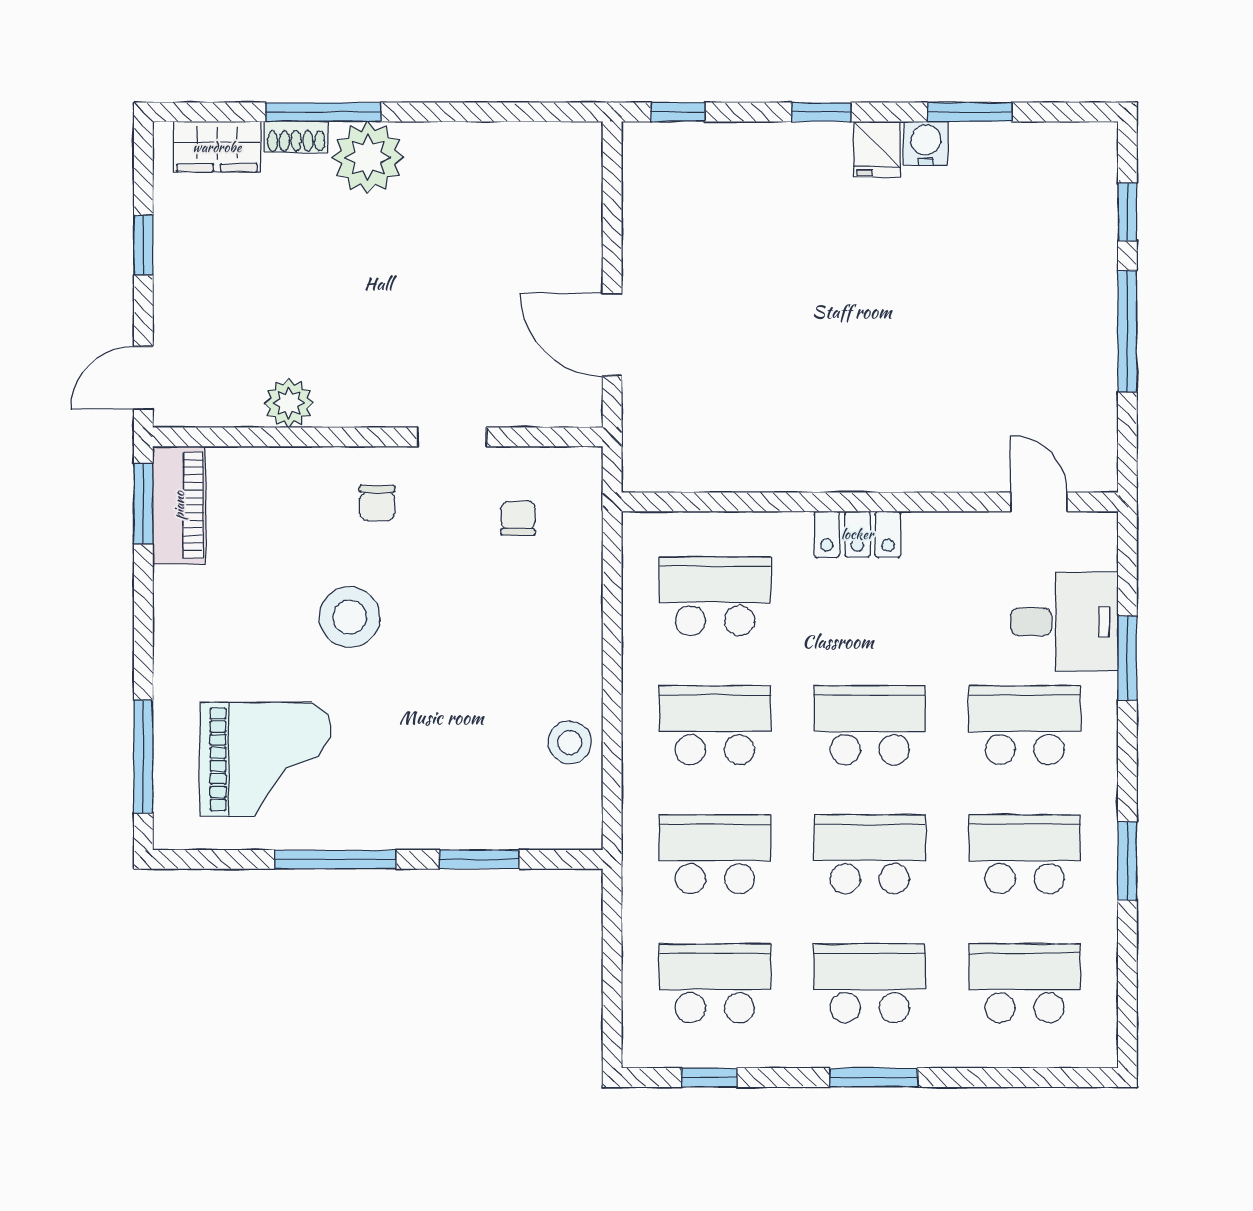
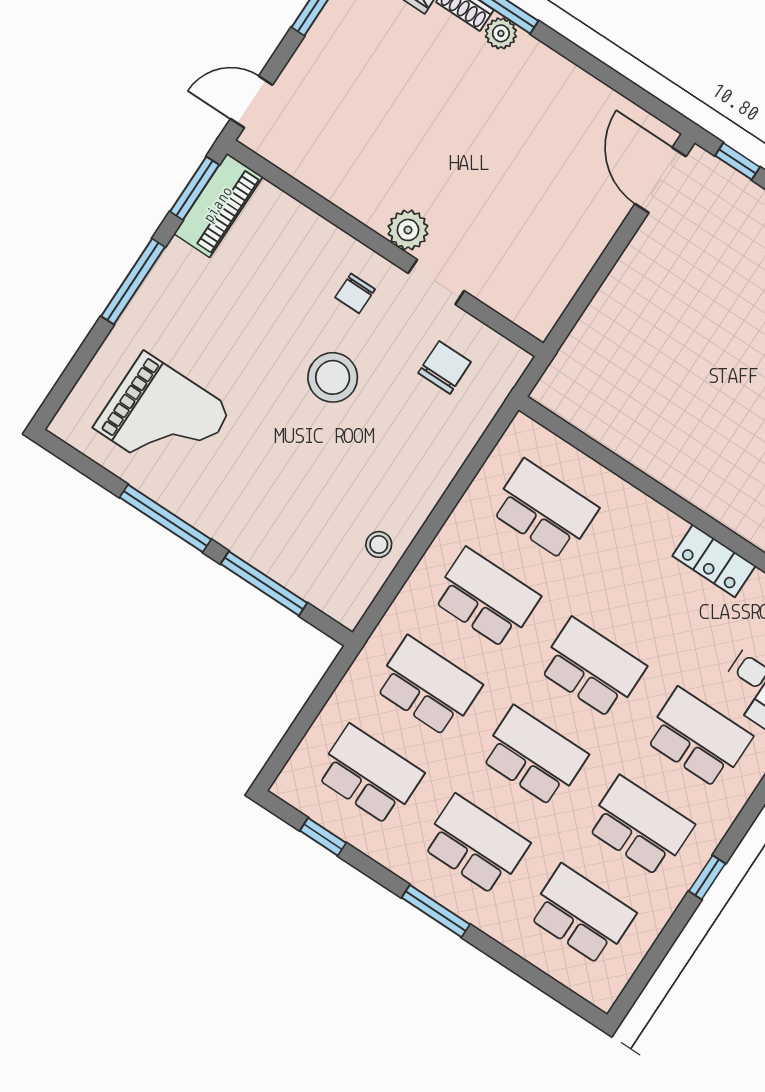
plant: (368, 157) -> (501, 33), width x0.53, depth x0.53
door: (612, 335) -> (661, 180), moved
plant: (289, 403) -> (408, 230), moved
chair: (518, 518) -> (445, 367), width x1.37, depth x1.37
locker: (857, 534) -> (714, 561), moved
stool: (350, 617) -> (333, 377), moved
stool: (570, 743) -> (379, 544), width x0.73, depth x0.73
window: (143, 756) -> (133, 282), moved
window: (479, 859) -> (264, 583), width x1.44
window: (1127, 861) -> (707, 877), width x0.67

